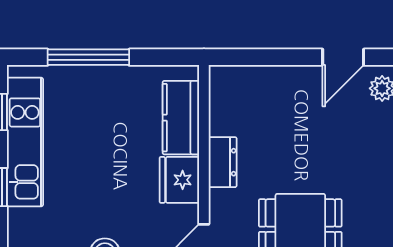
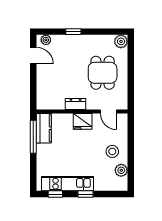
window: (88, 57) -> (33, 137), moved
kitchen counter: (181, 118) -> (44, 128), moved, turned -90

